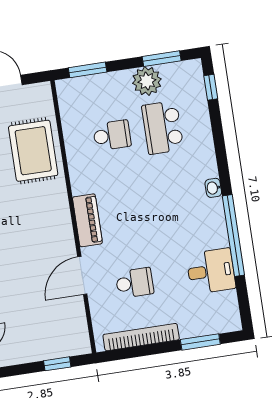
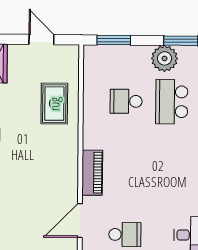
school desk: (112, 135) -> (126, 101), turned 180
rug: (33, 151) -> (54, 104), width x0.73, depth x0.70

